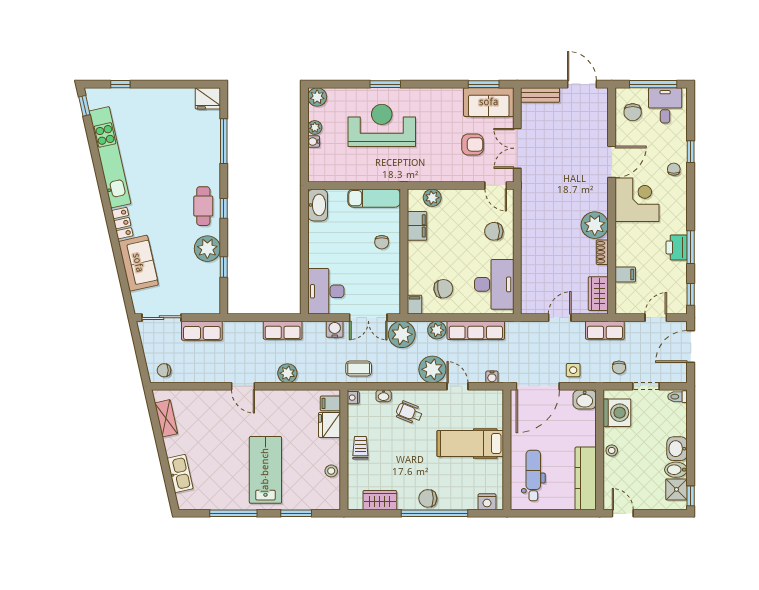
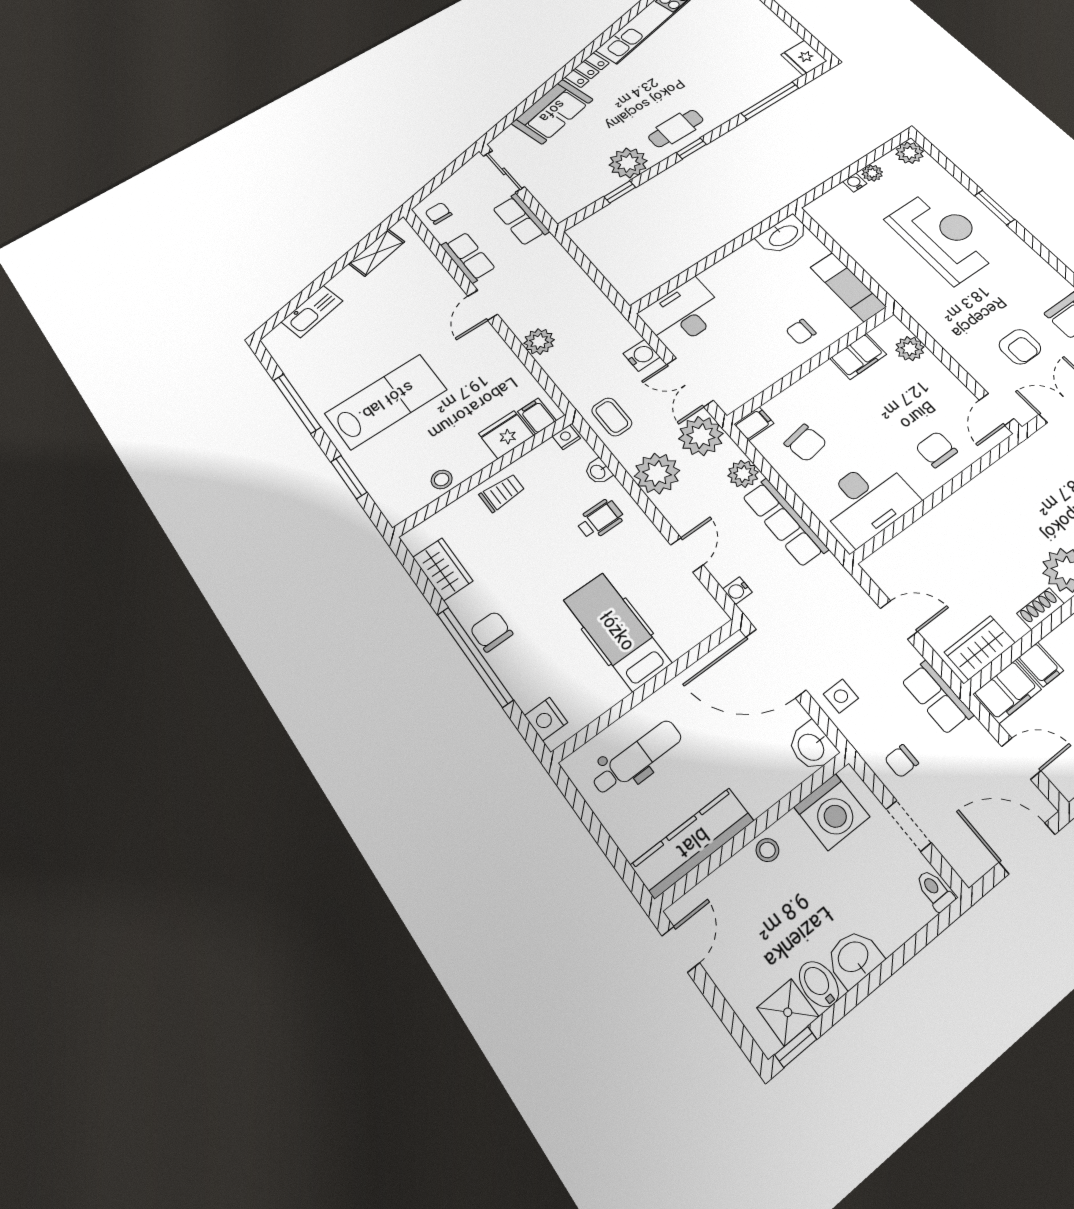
filing cabinet: (625, 299) -> (1007, 692), added
row of seats: (283, 330) -> (468, 257), moved, turned 180
plant: (432, 369) -> (657, 473), moved
wheelchair: (409, 413) -> (600, 519), turned 68

